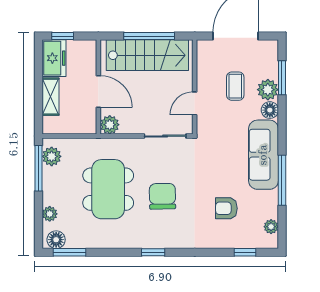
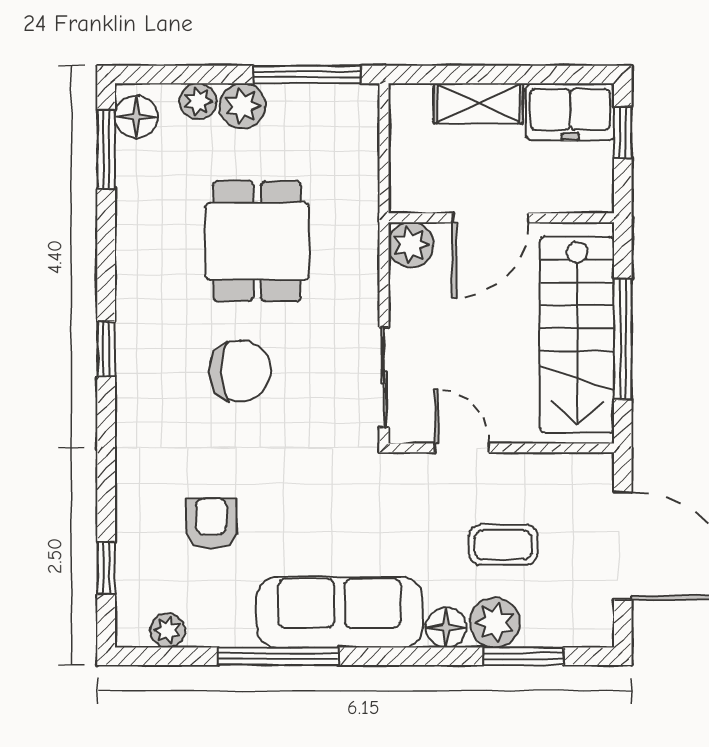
plant: (52, 156) -> (243, 106), moved
dining table: (108, 189) -> (257, 241), width x0.73

